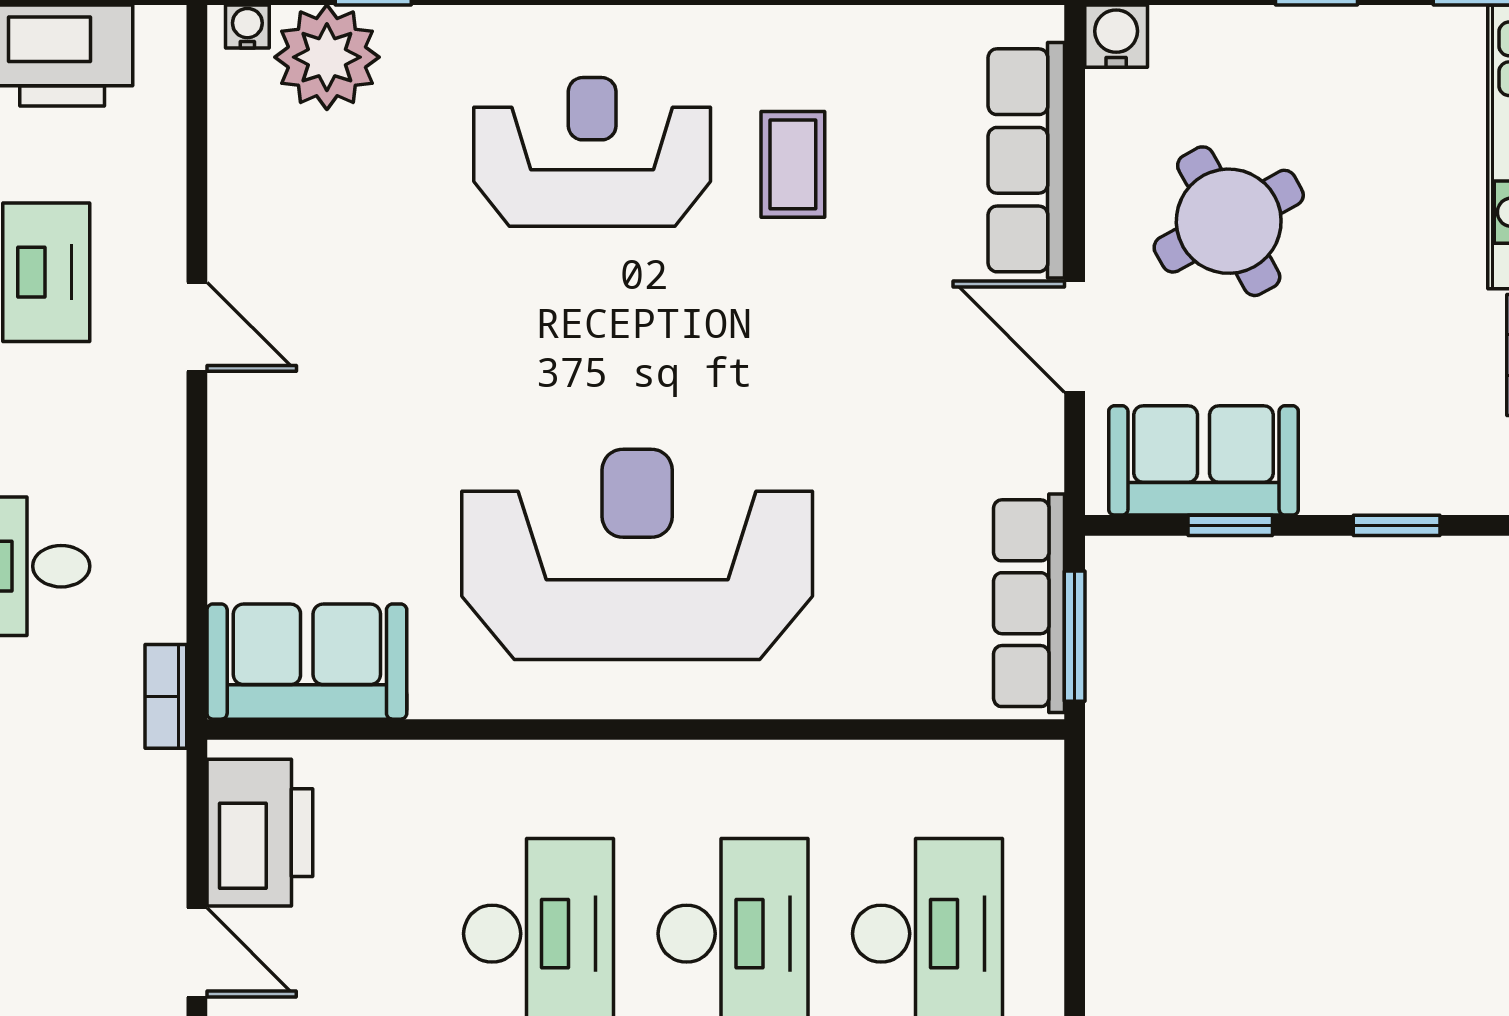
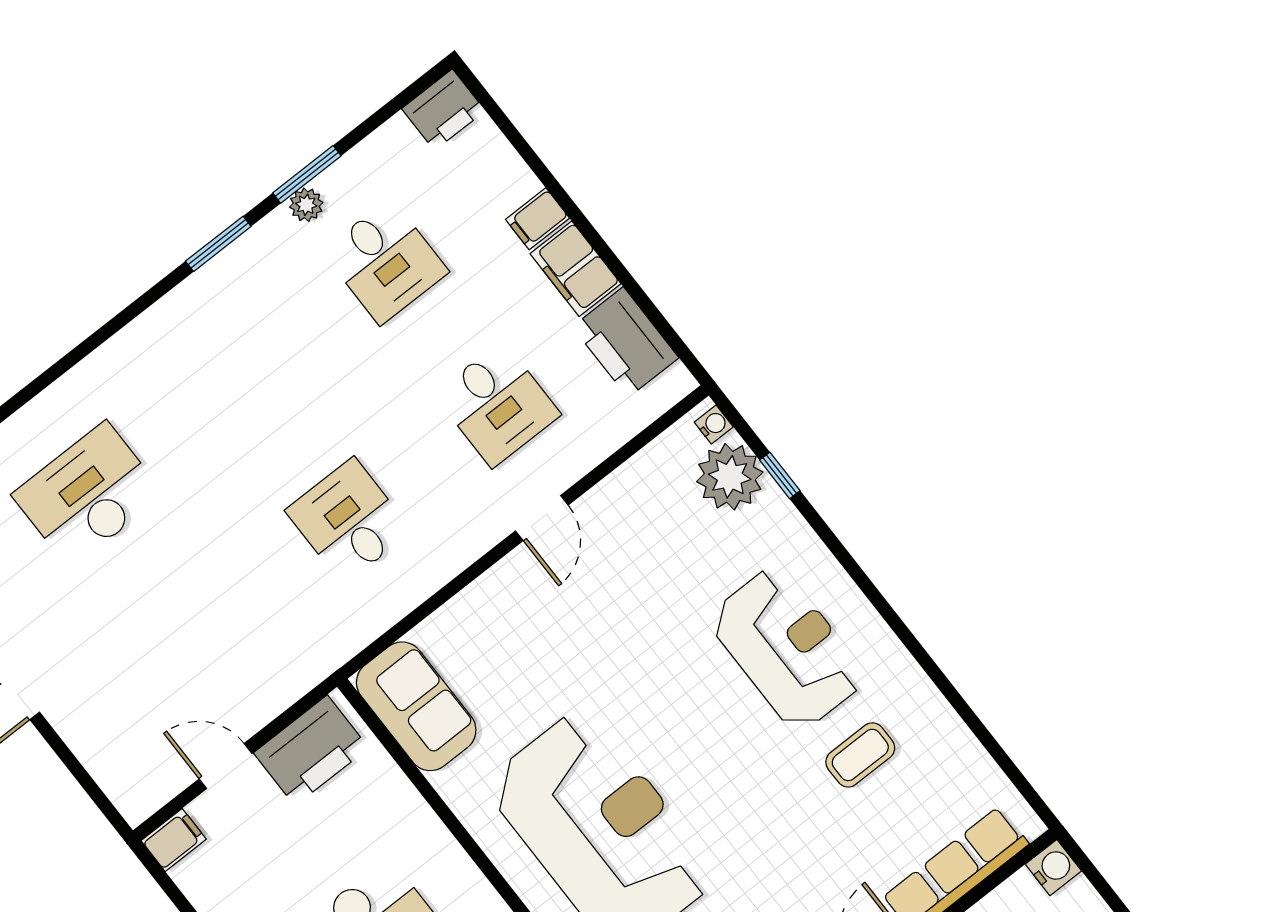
bookcase: (166, 696) -> (343, 649), removed
door: (197, 952) -> (225, 766), swing flipped

